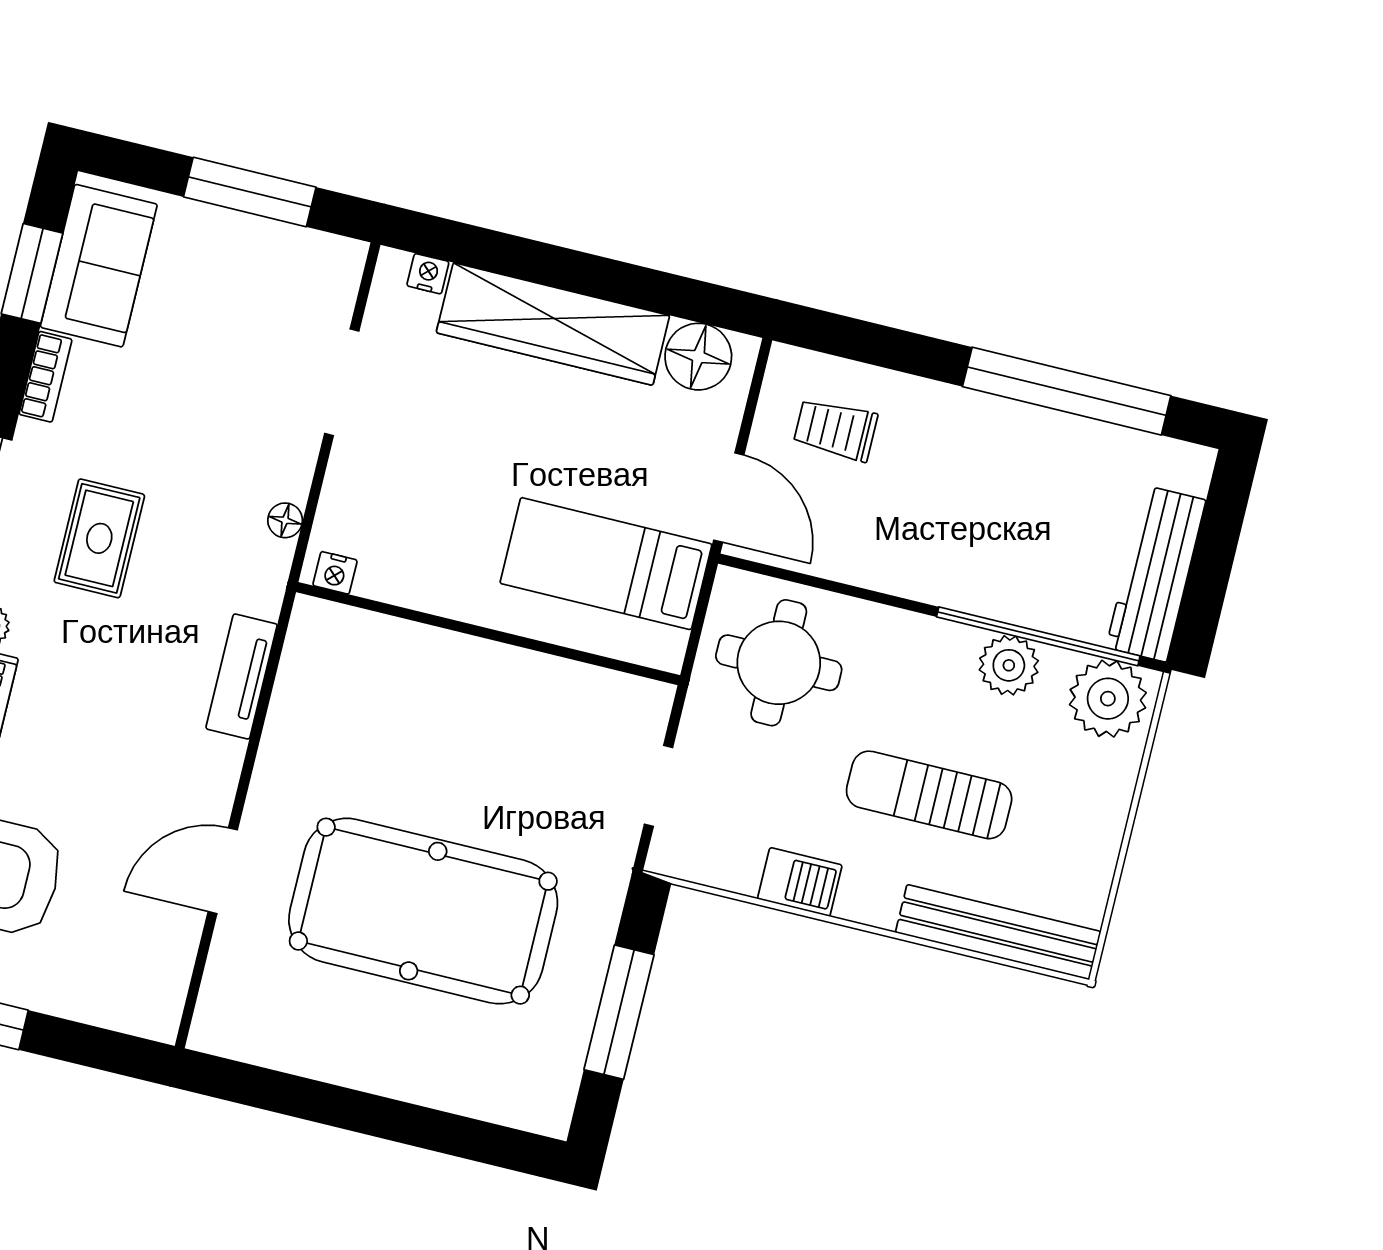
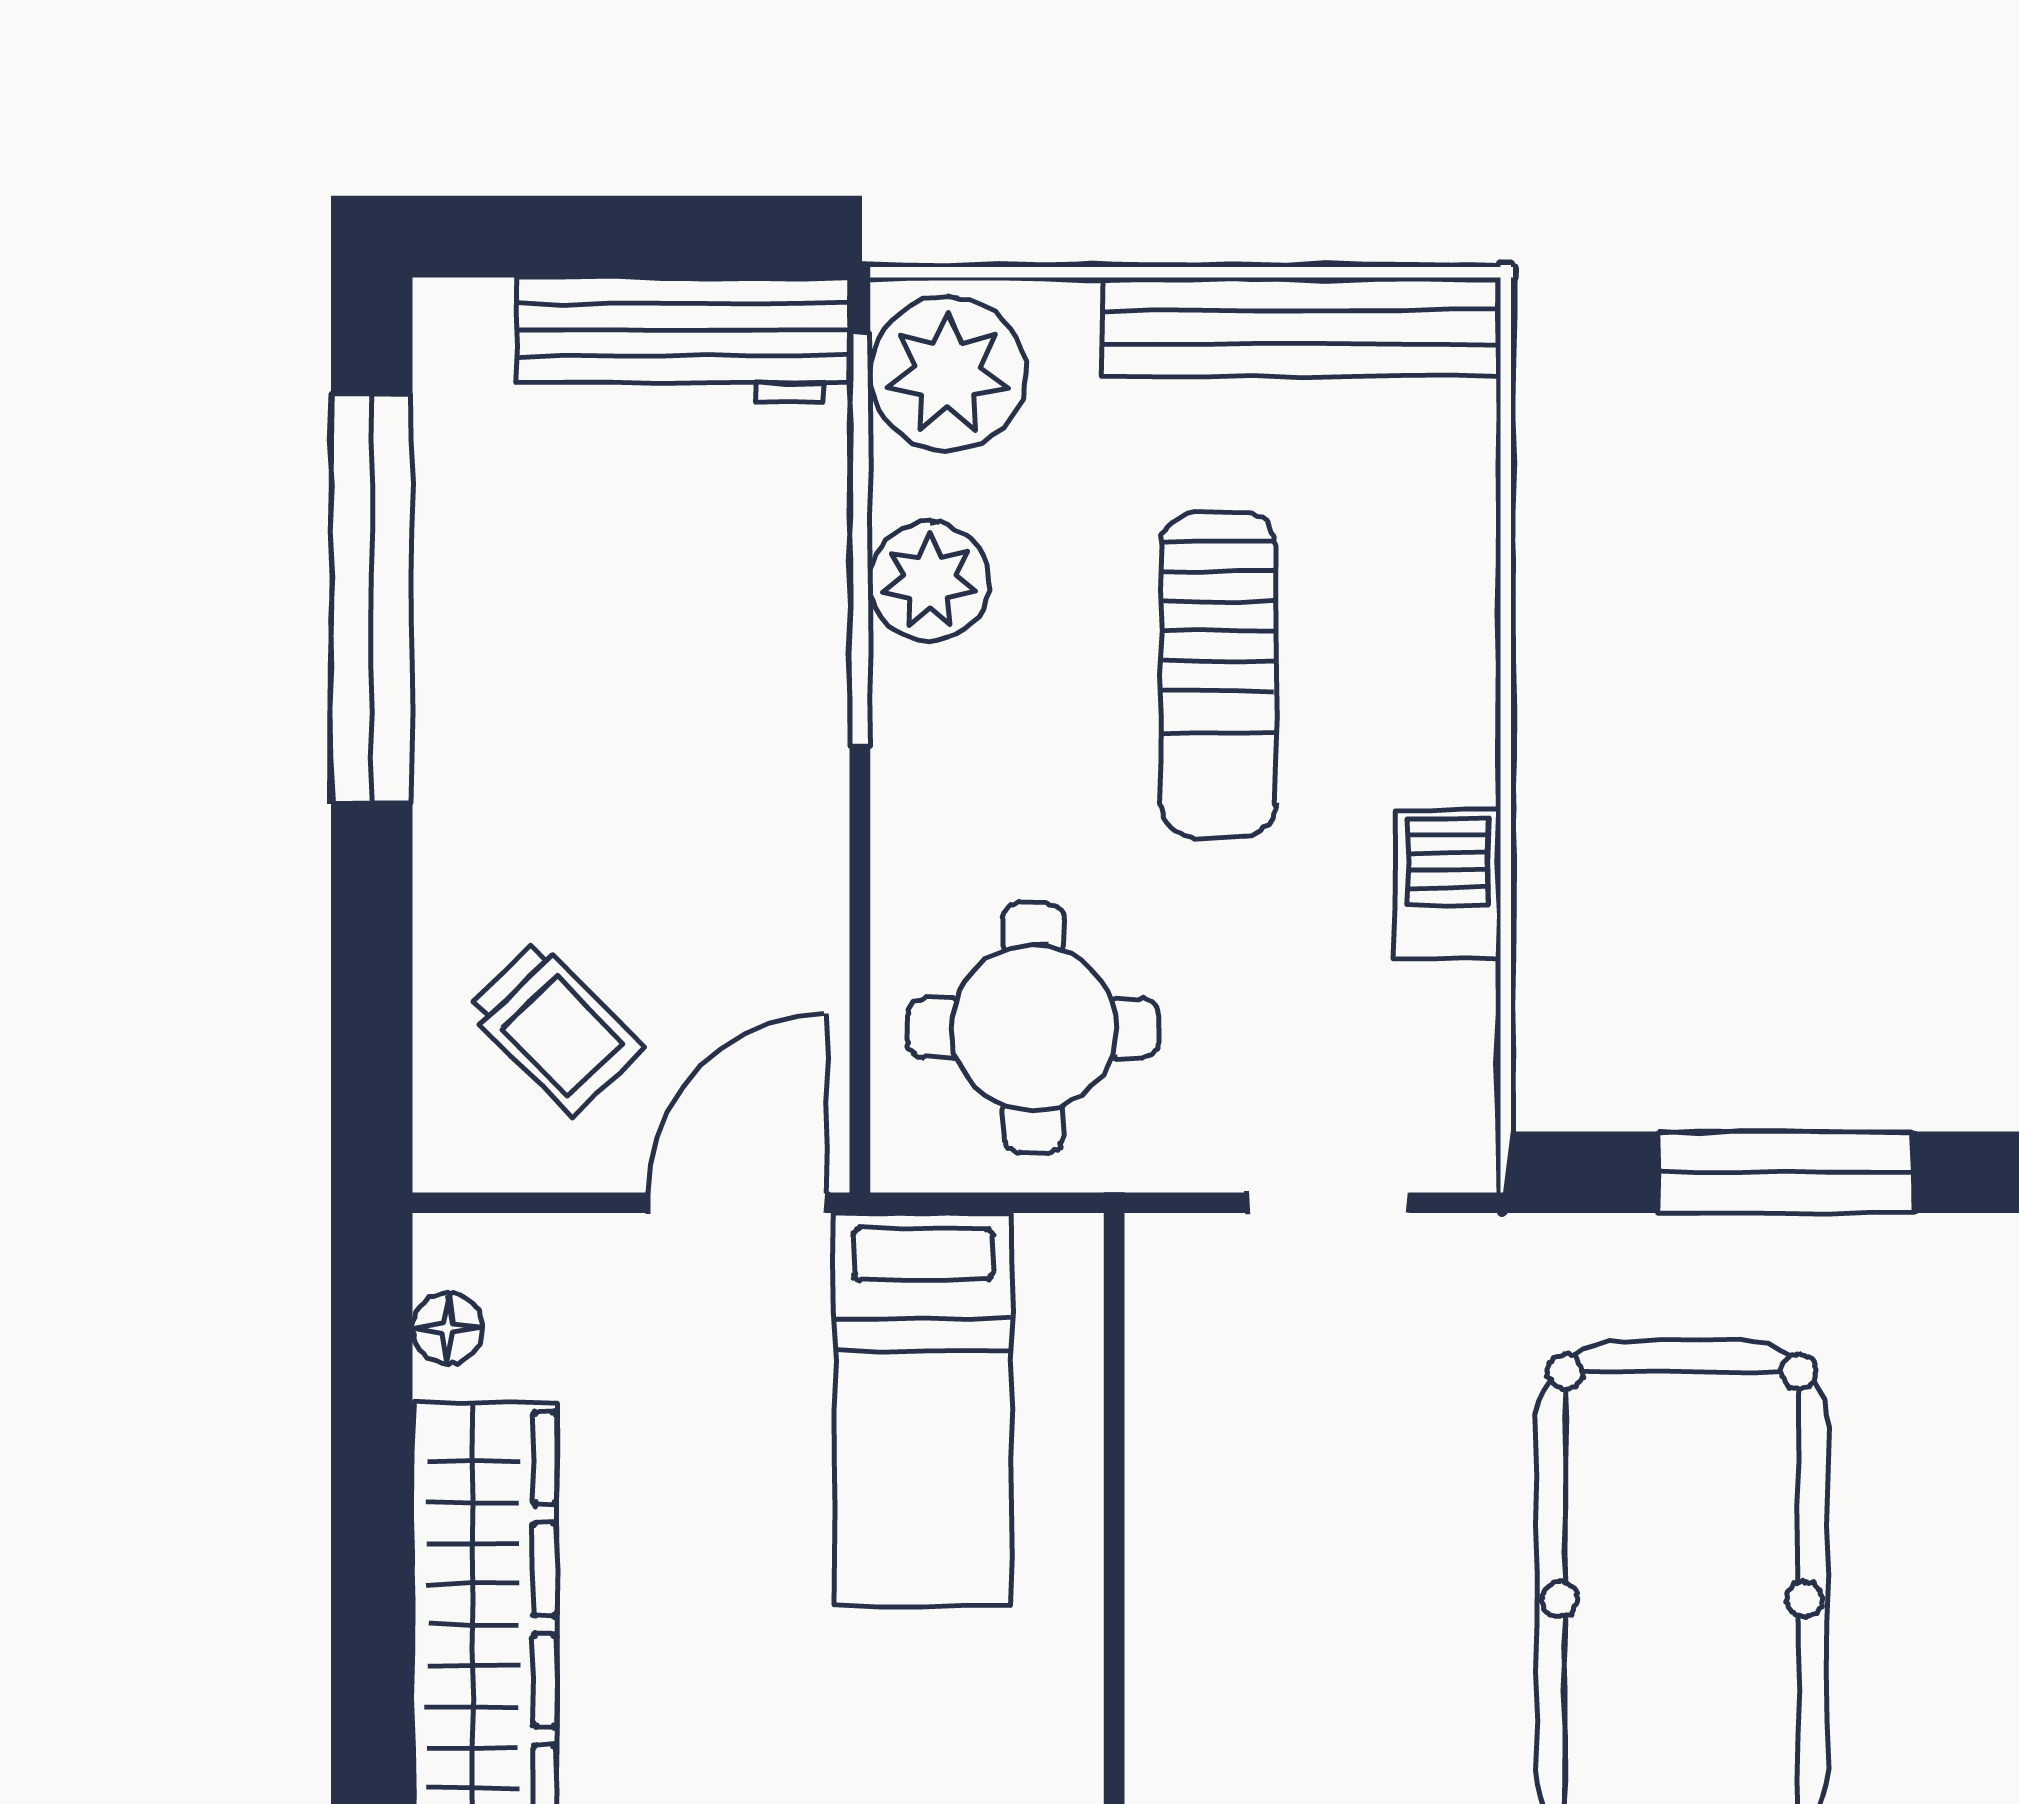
floor lamp: (698, 357) -> (448, 1328), width x0.53, depth x0.53
trolley: (836, 430) -> (555, 1028), turned -44
bench: (998, 932) -> (1302, 327), moved, turned 90

